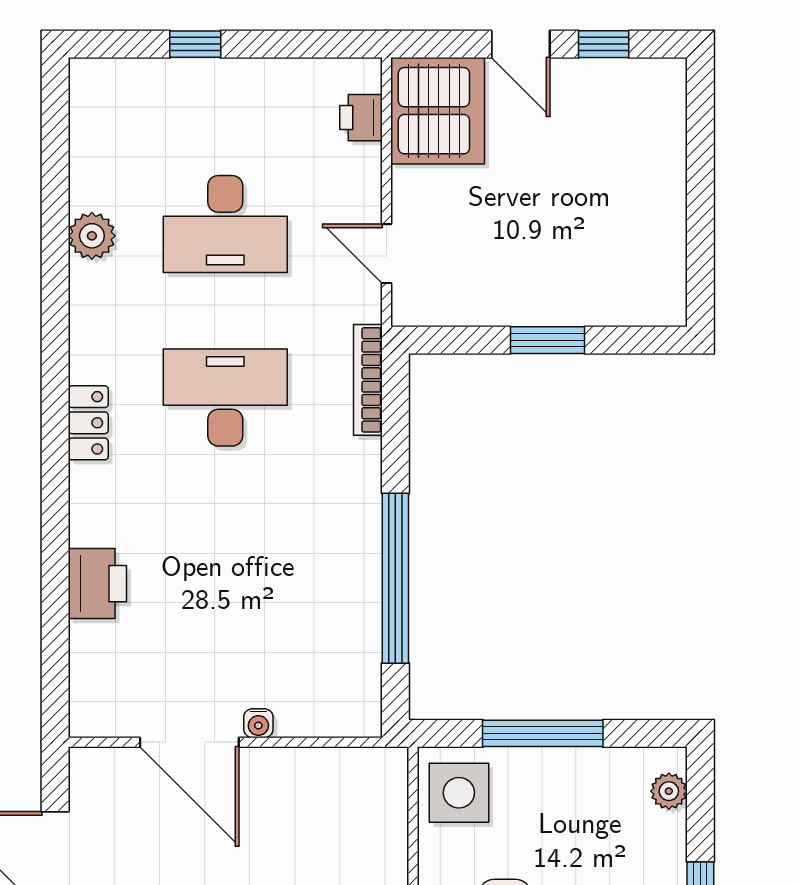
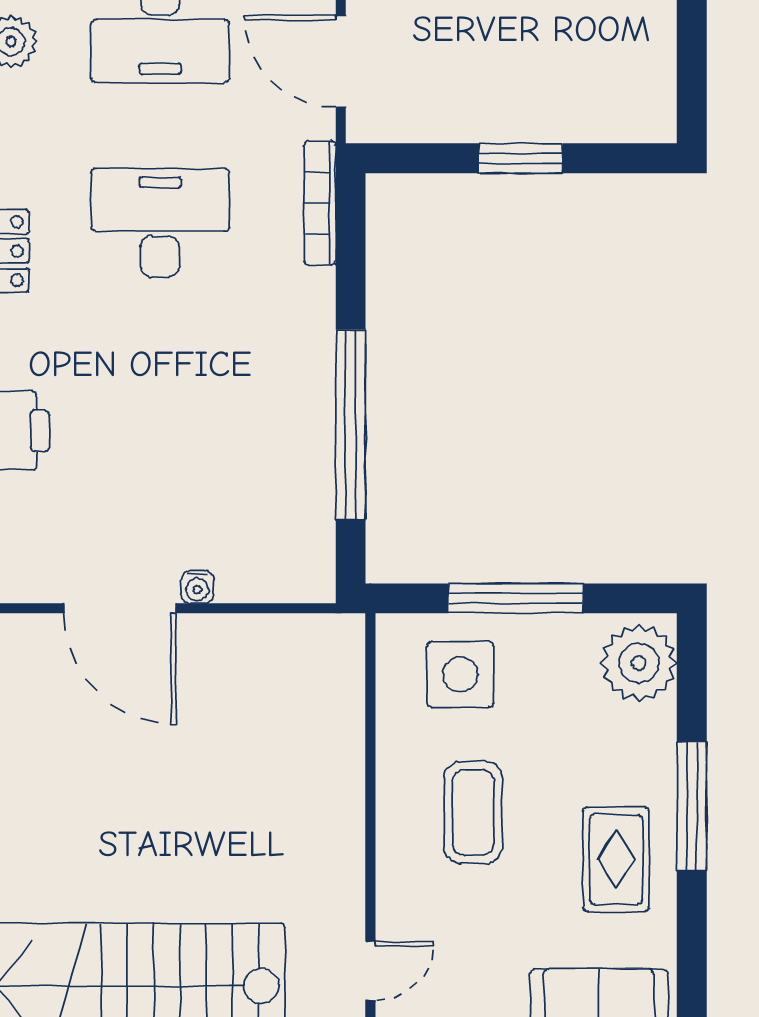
door: (387, 254) -> (341, 62), width x1.38
plant: (669, 791) -> (639, 663), width x1.88, depth x1.88
side table: (459, 793) -> (460, 674), moved

